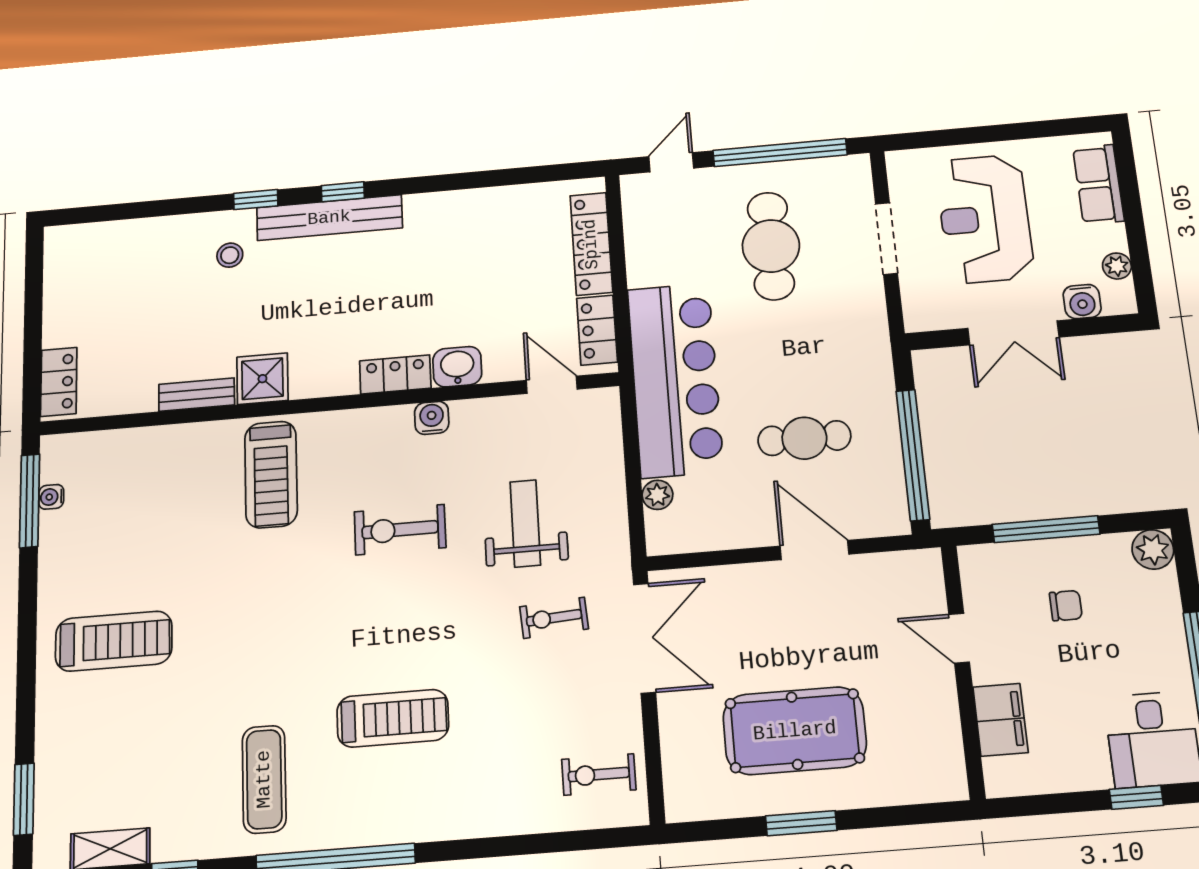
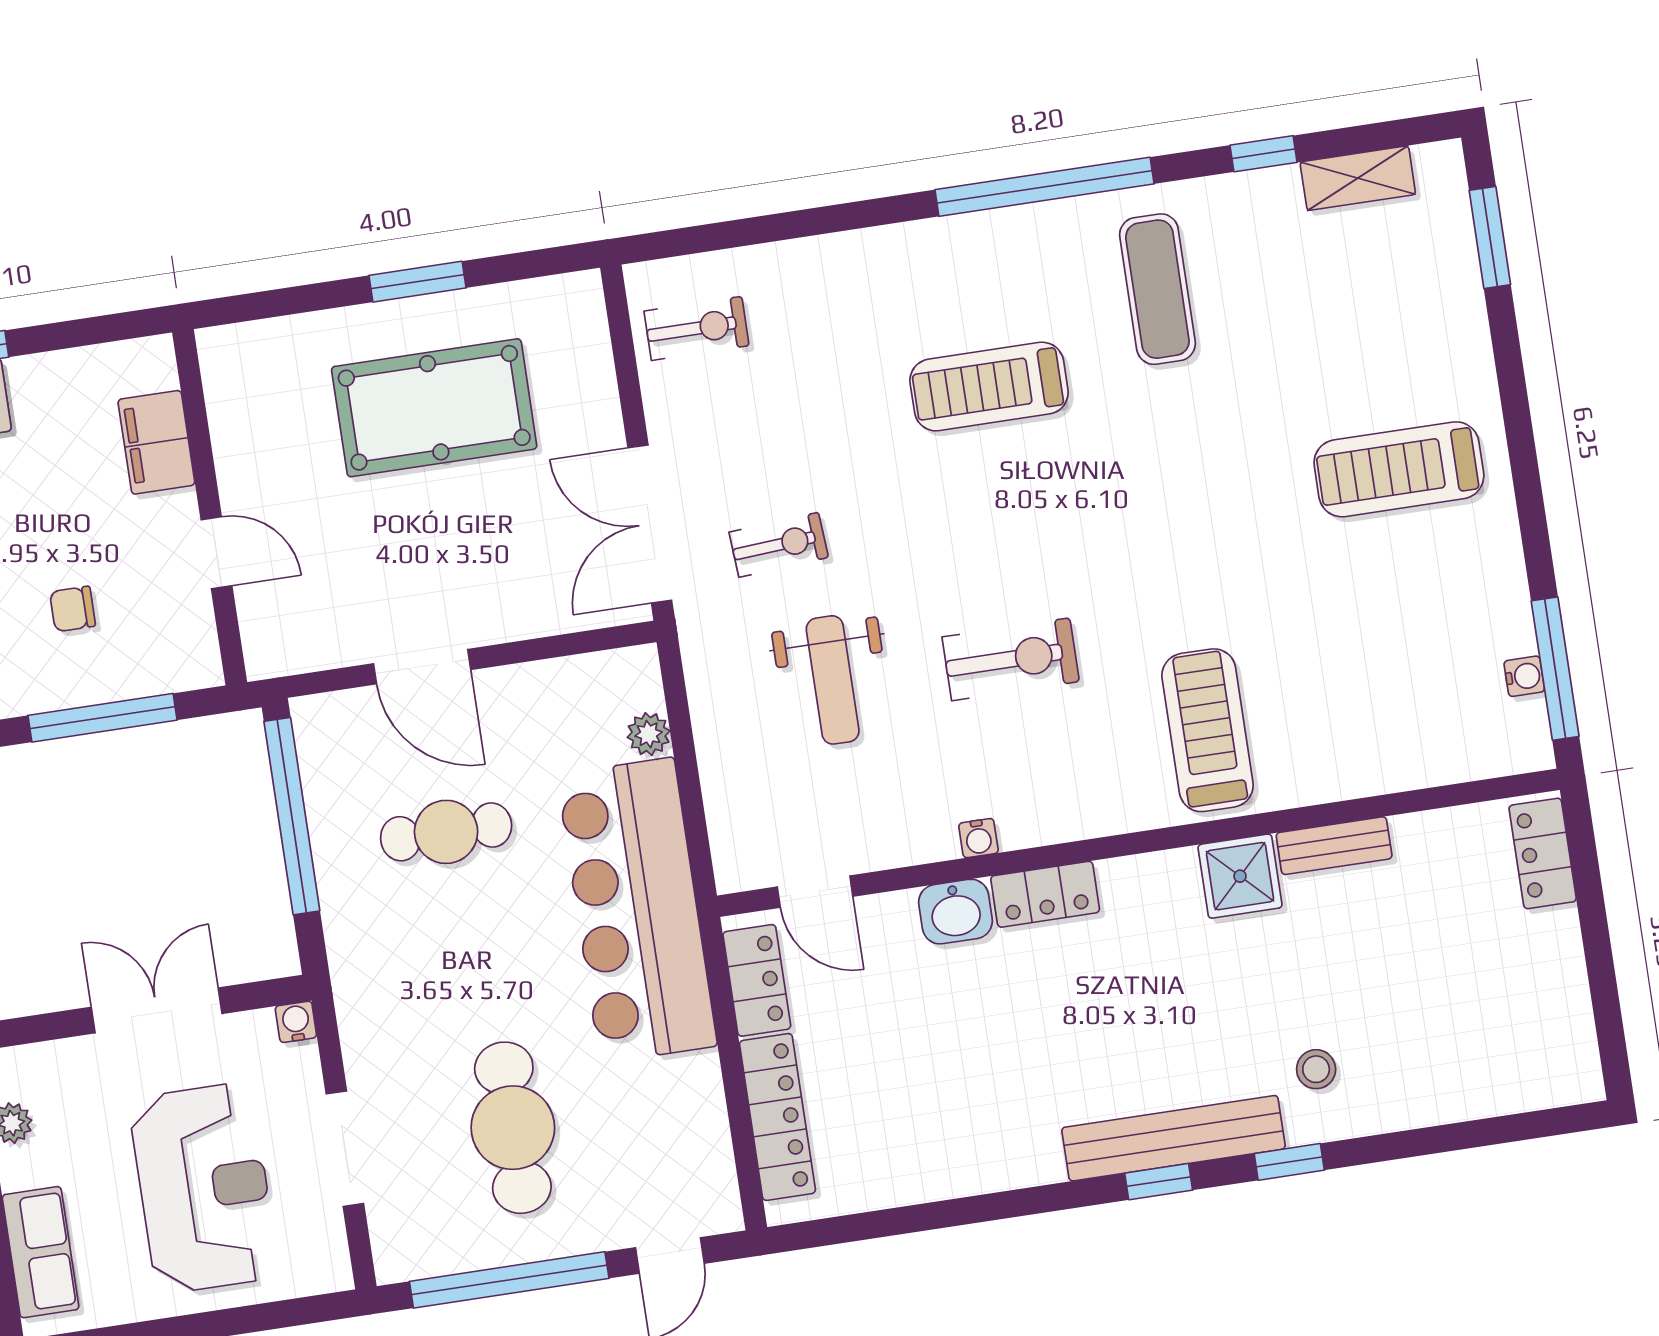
water cooler: (1082, 302) -> (296, 1022), moved, width x0.72, depth x0.72
water cooler: (432, 418) -> (978, 838), width x0.72, depth x0.72

